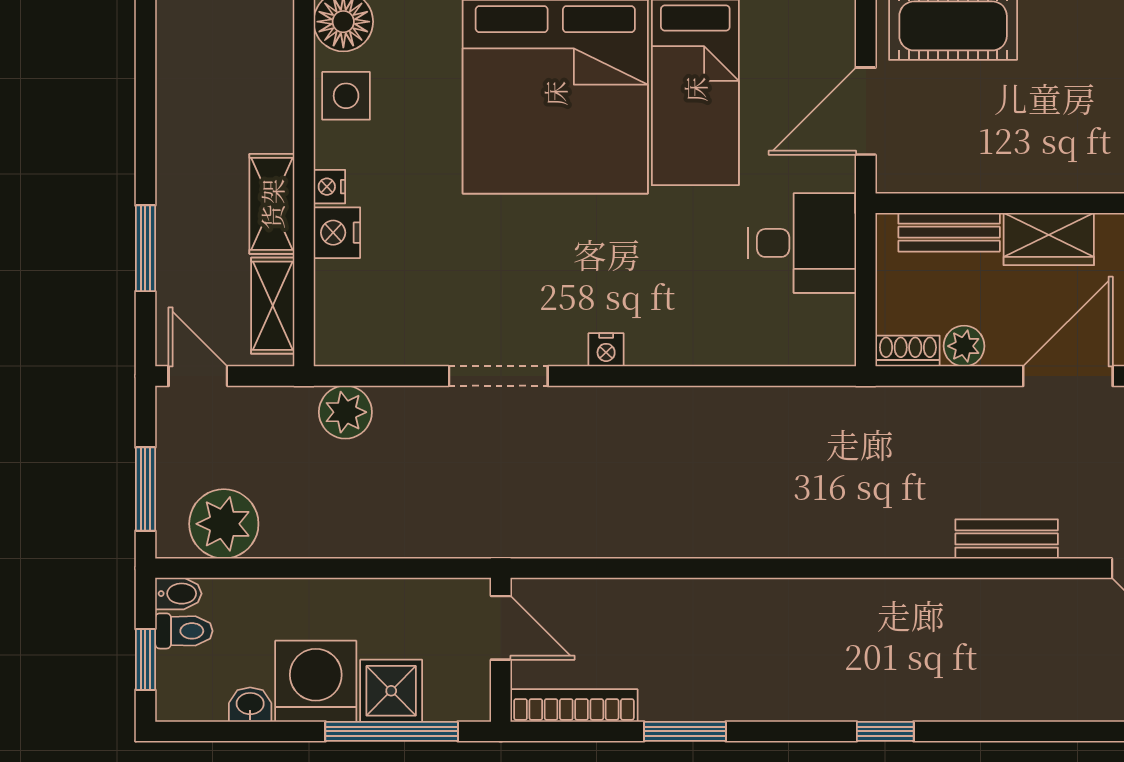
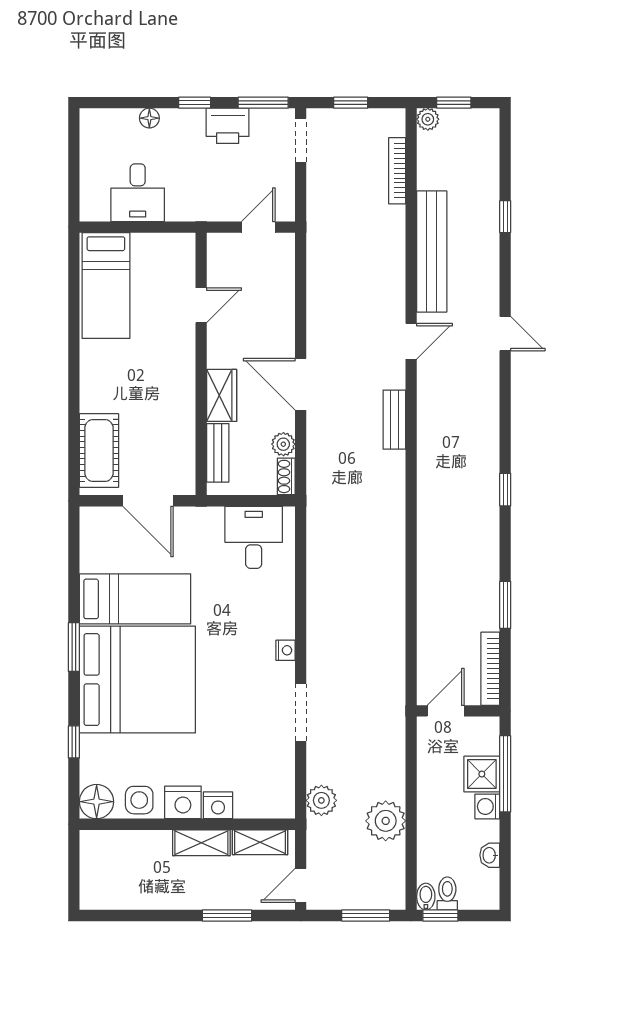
nightstand: (329, 187) -> (183, 802), width x1.89, depth x1.79
desk: (802, 243) -> (254, 537), moved
plant: (224, 524) -> (386, 821), moved
window: (145, 659) -> (440, 916), moved
washing machine: (316, 681) -> (487, 806), width x0.53, depth x0.53

